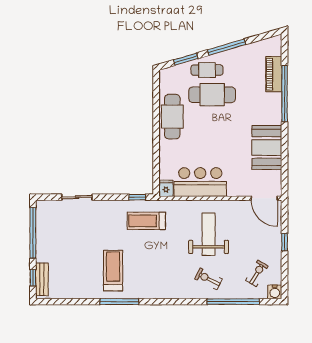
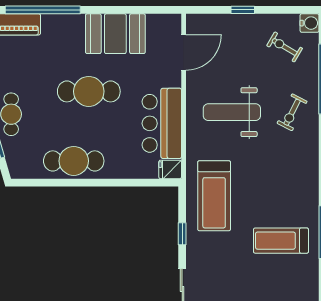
cafe table: (212, 95) -> (89, 91), moved, turned 90
window: (137, 197) -> (182, 234), moved
door: (264, 198) -> (184, 52), moved
treadmill: (146, 221) -> (214, 196), width x1.37, depth x1.38

